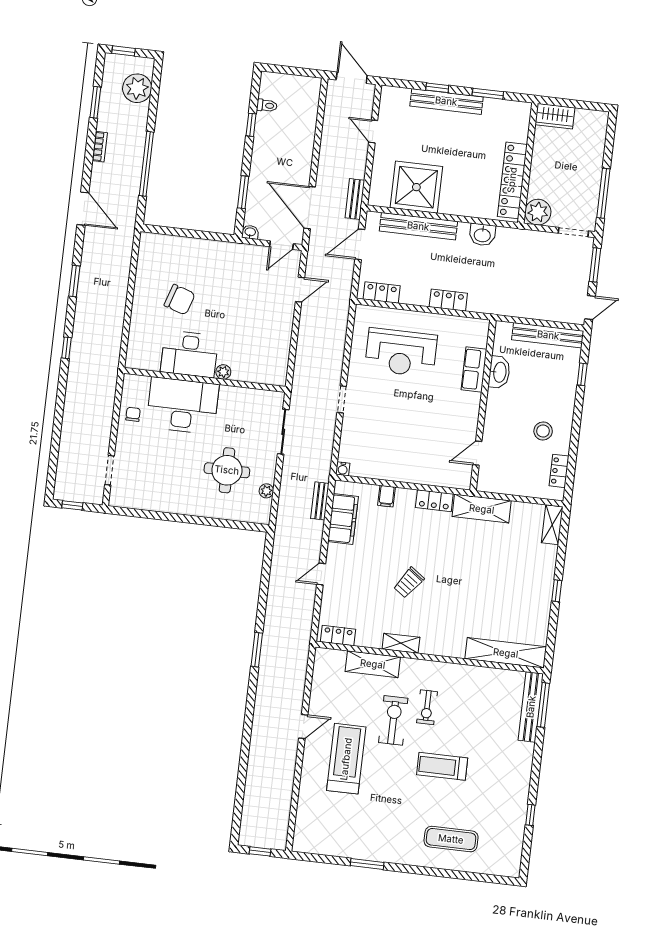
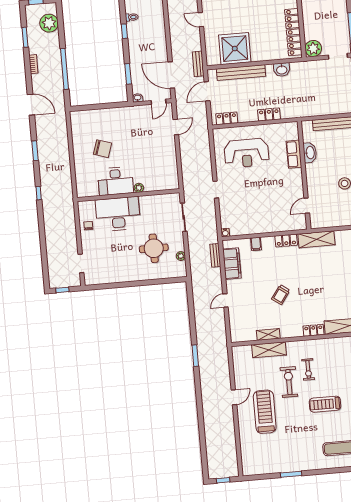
locker: (338, 635) -> (313, 330), moved
shelving: (401, 643) -> (268, 334), moved

